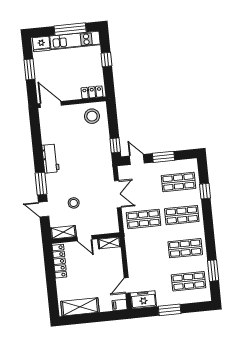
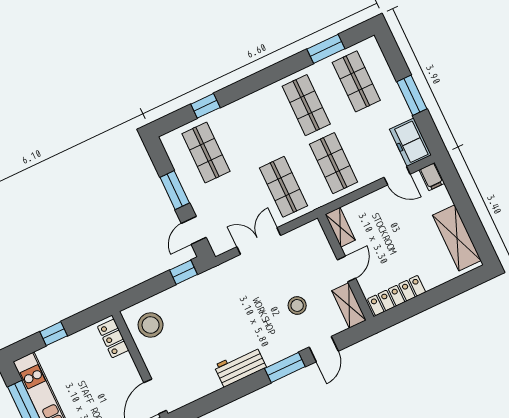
shop shelf: (182, 215) -> (334, 163), moved

